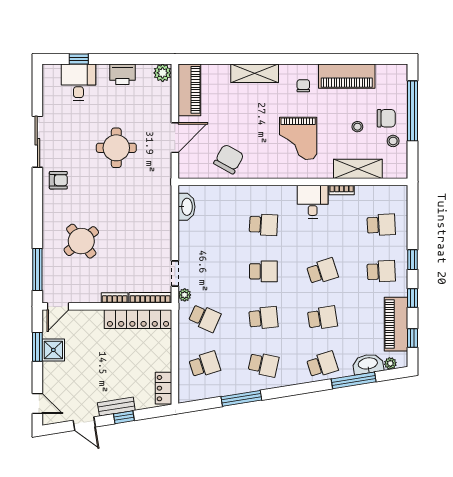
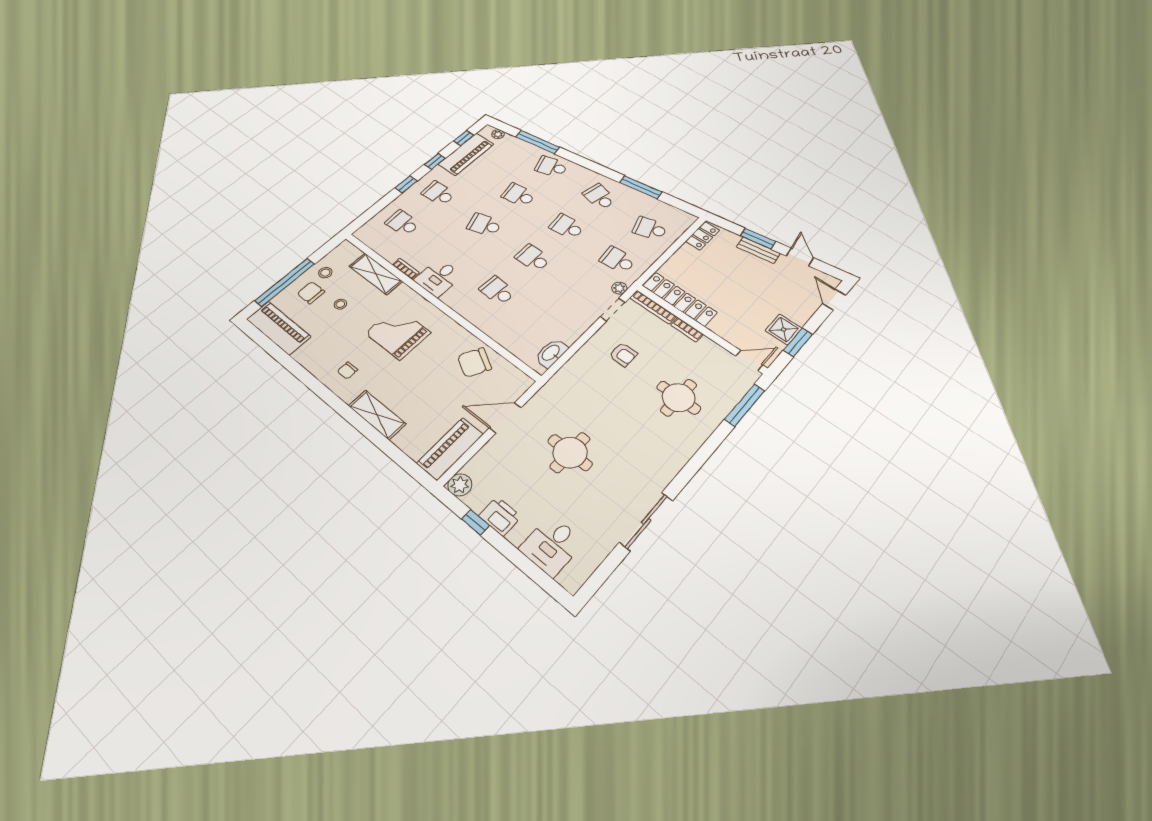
window: (79, 59) -> (476, 522), moved
piano: (347, 76) -> (279, 328), moved
grand piano: (298, 138) -> (398, 333), turned -90
armchair: (58, 180) -> (623, 355), moved, turned 180
round table: (81, 241) -> (679, 398), turned 38
school desk: (205, 318) -> (618, 260), turned -30
washbasin: (368, 364) -> (515, 145), removed
window: (124, 417) -> (758, 239), width x1.50

